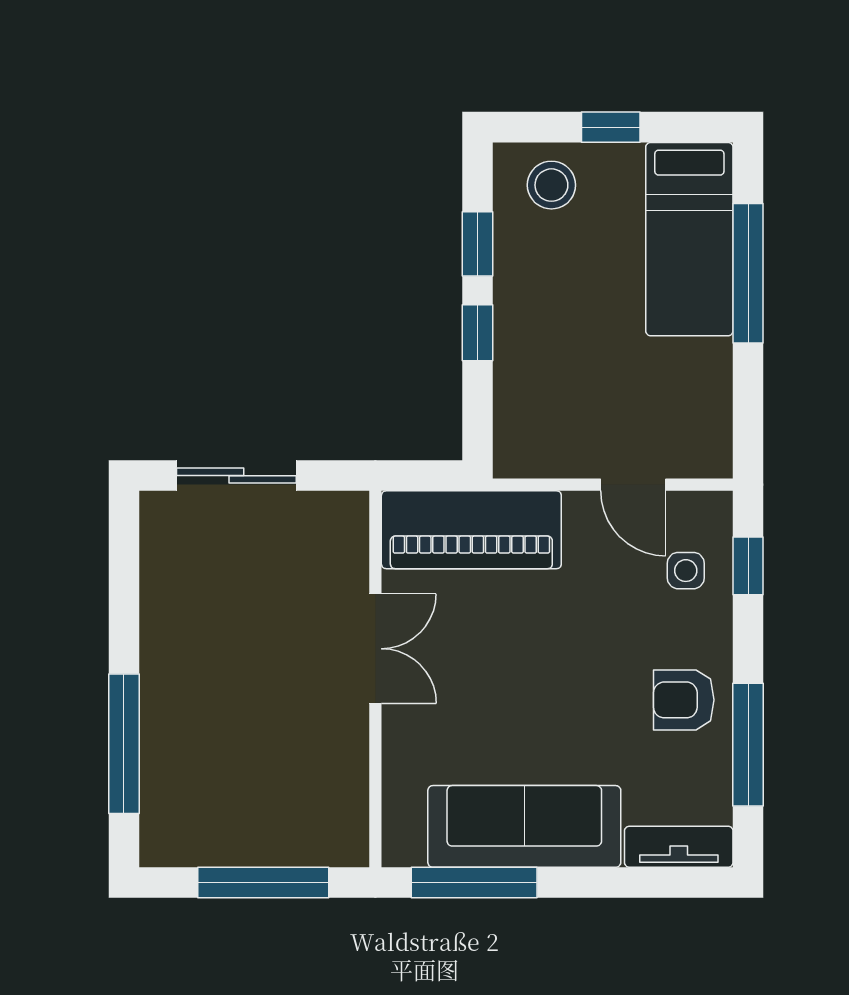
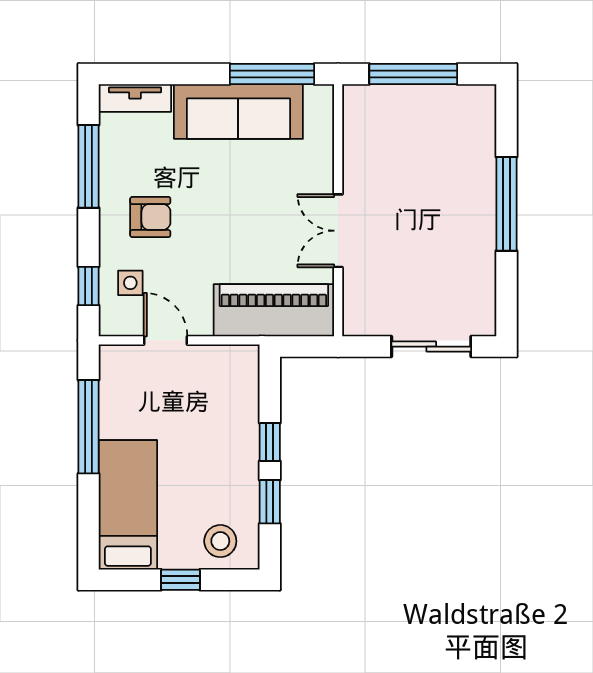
window: (748, 273) -> (89, 427), moved
armchair: (684, 700) -> (150, 217), moved
window: (124, 744) -> (507, 204), moved

